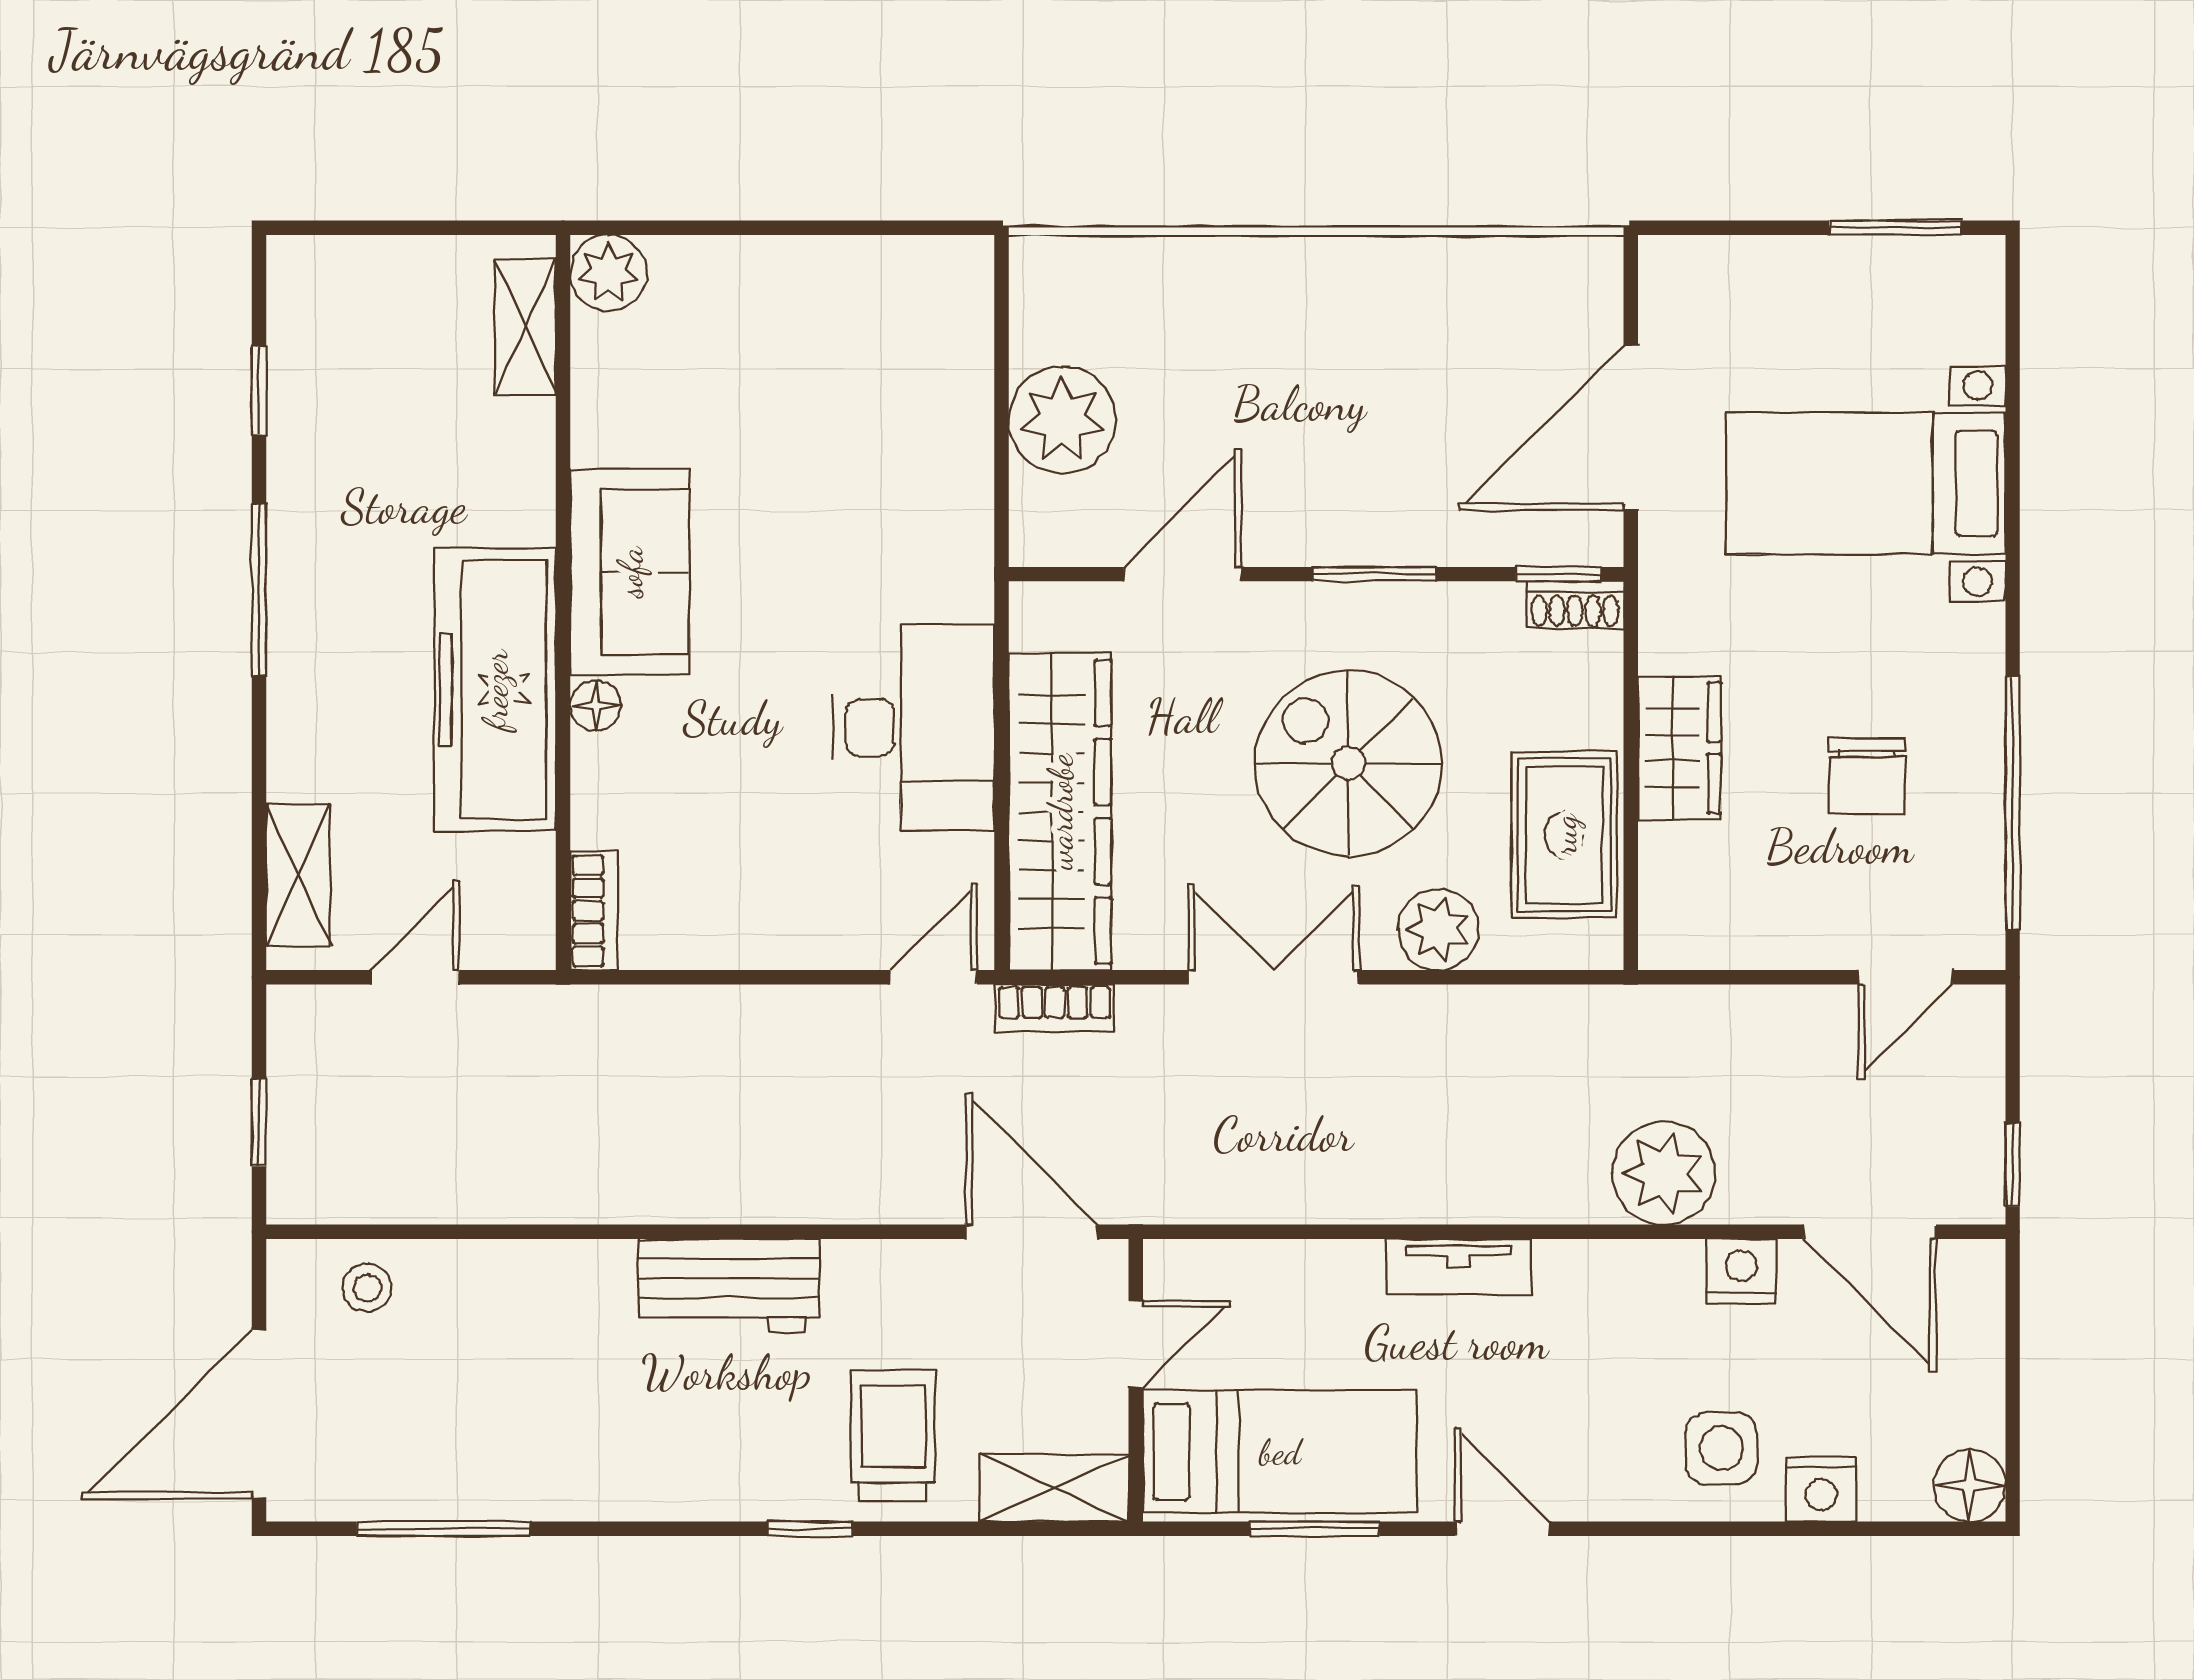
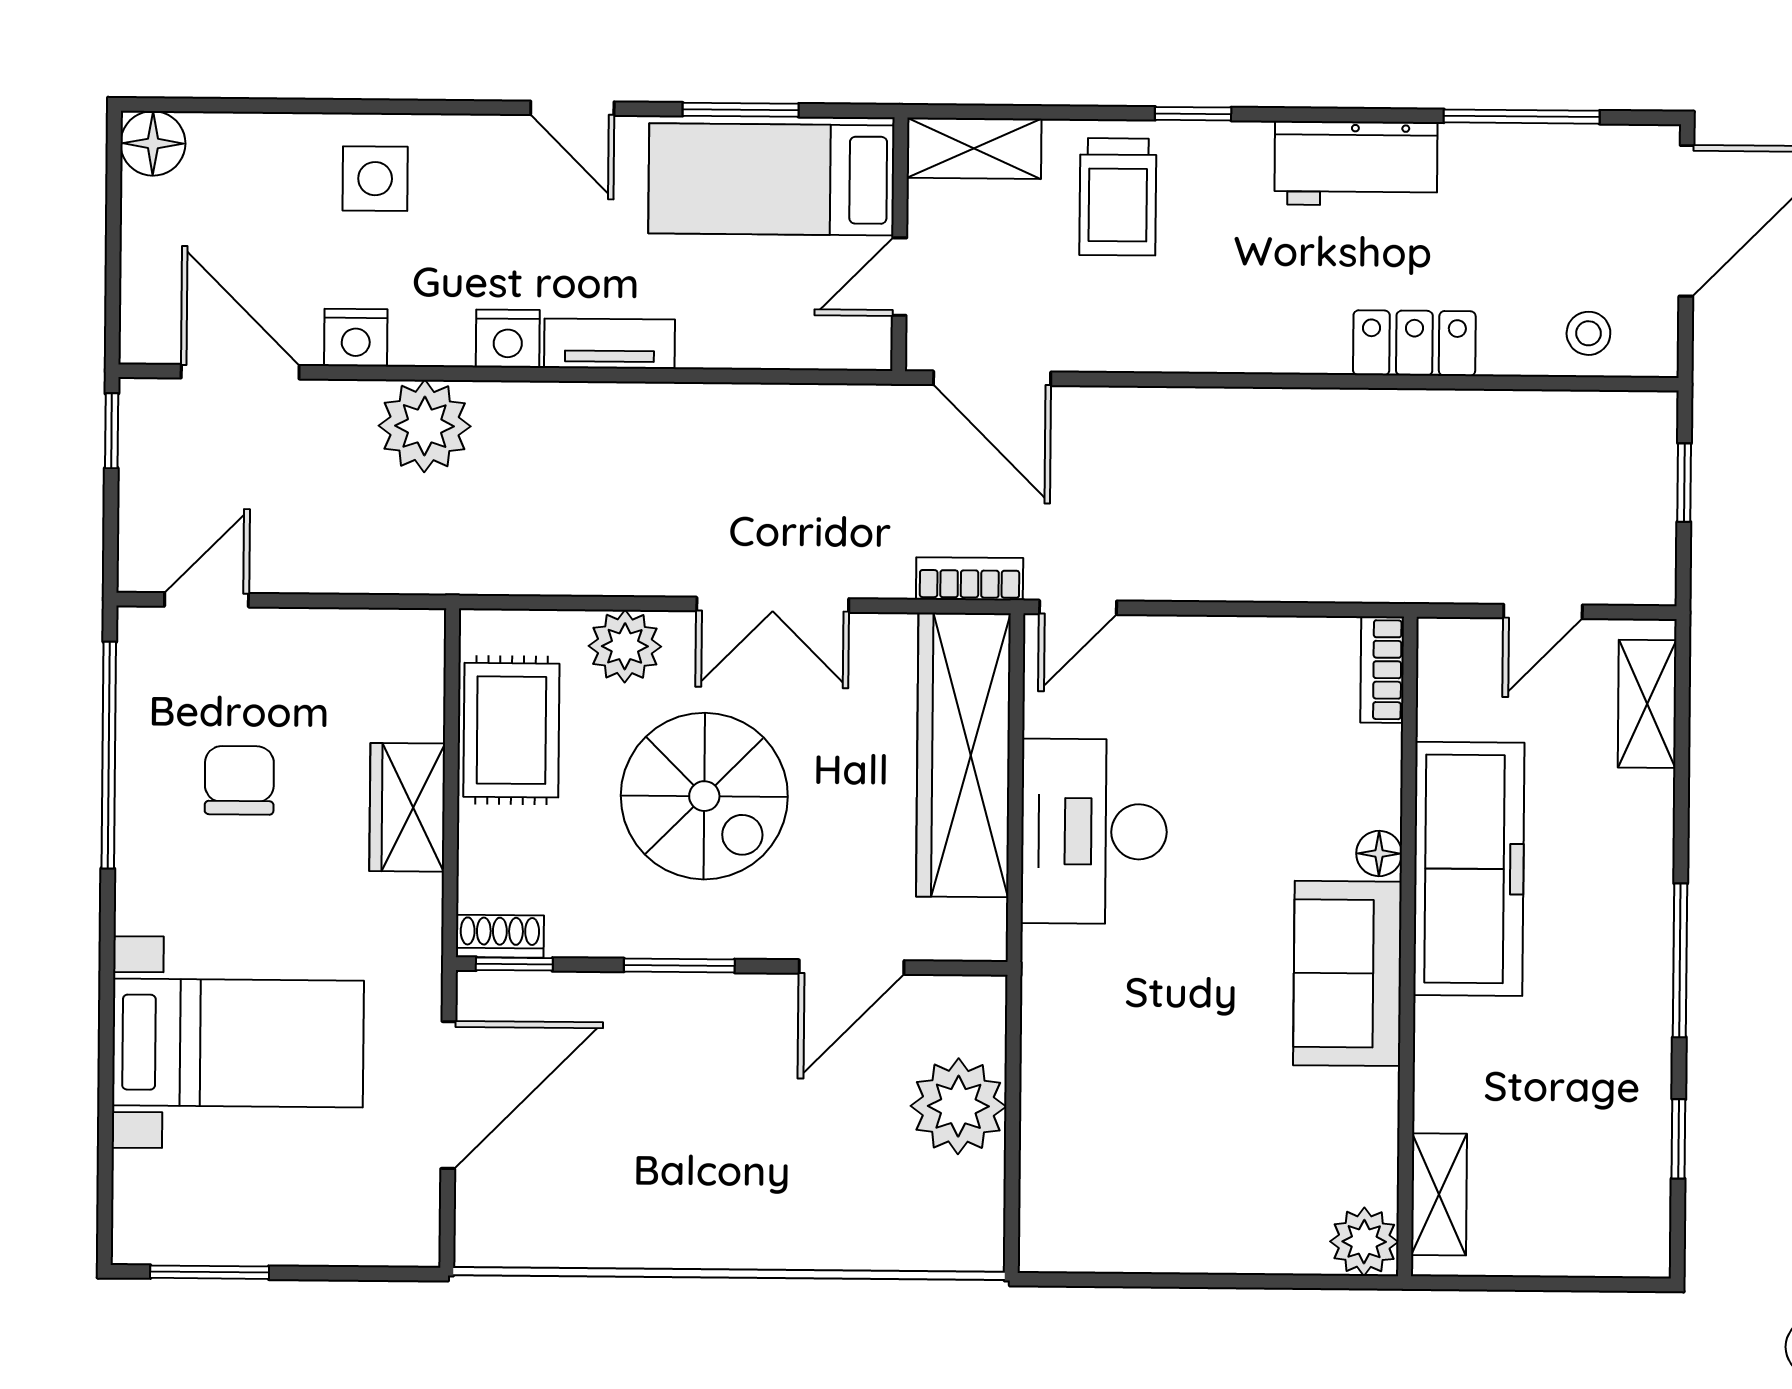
locker: (561, 1275) -> (1414, 343), added
workbench: (729, 1286) -> (1356, 163), moved, turned 180
nightstand: (1821, 1489) -> (508, 339), moved, turned 180

